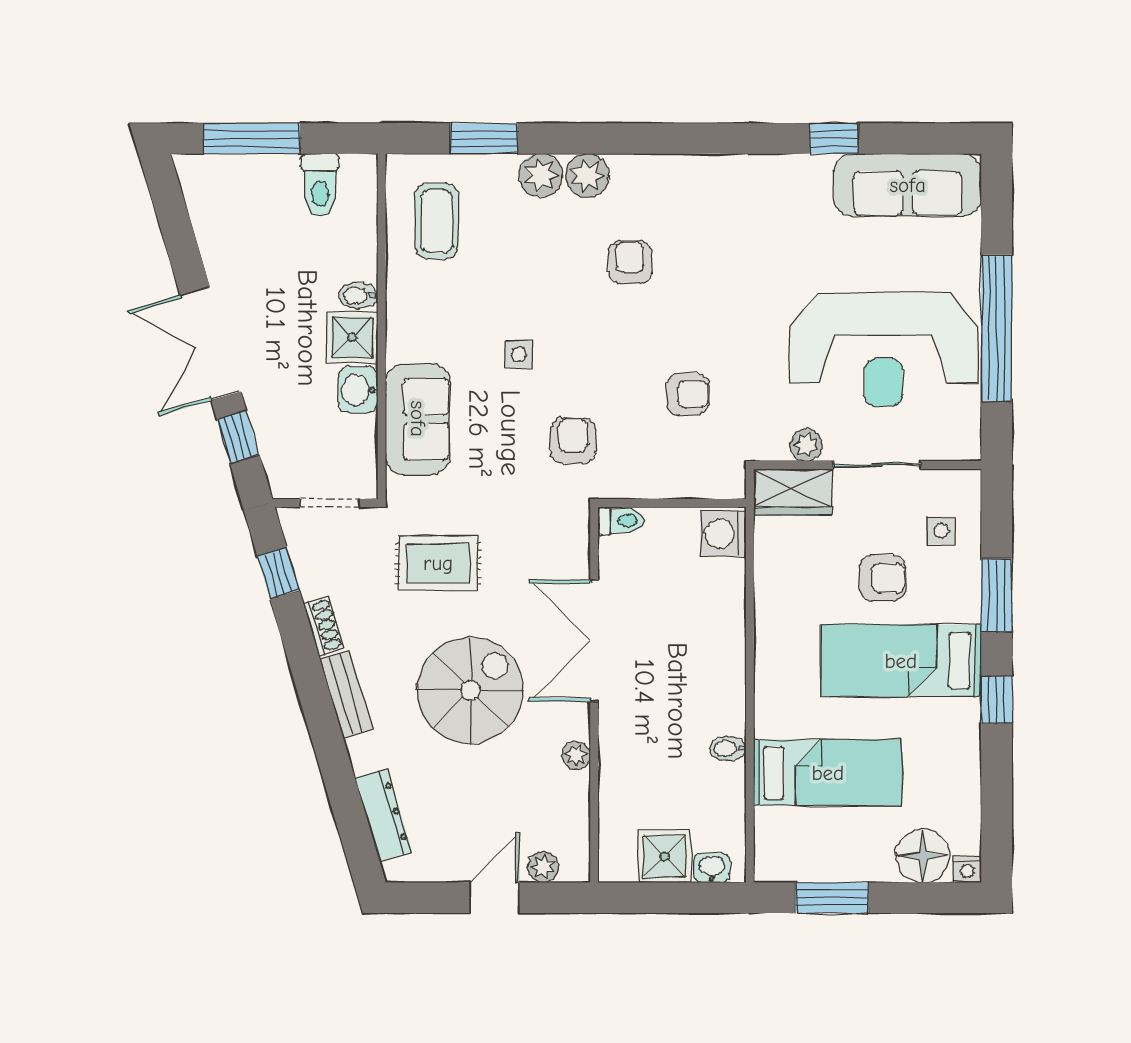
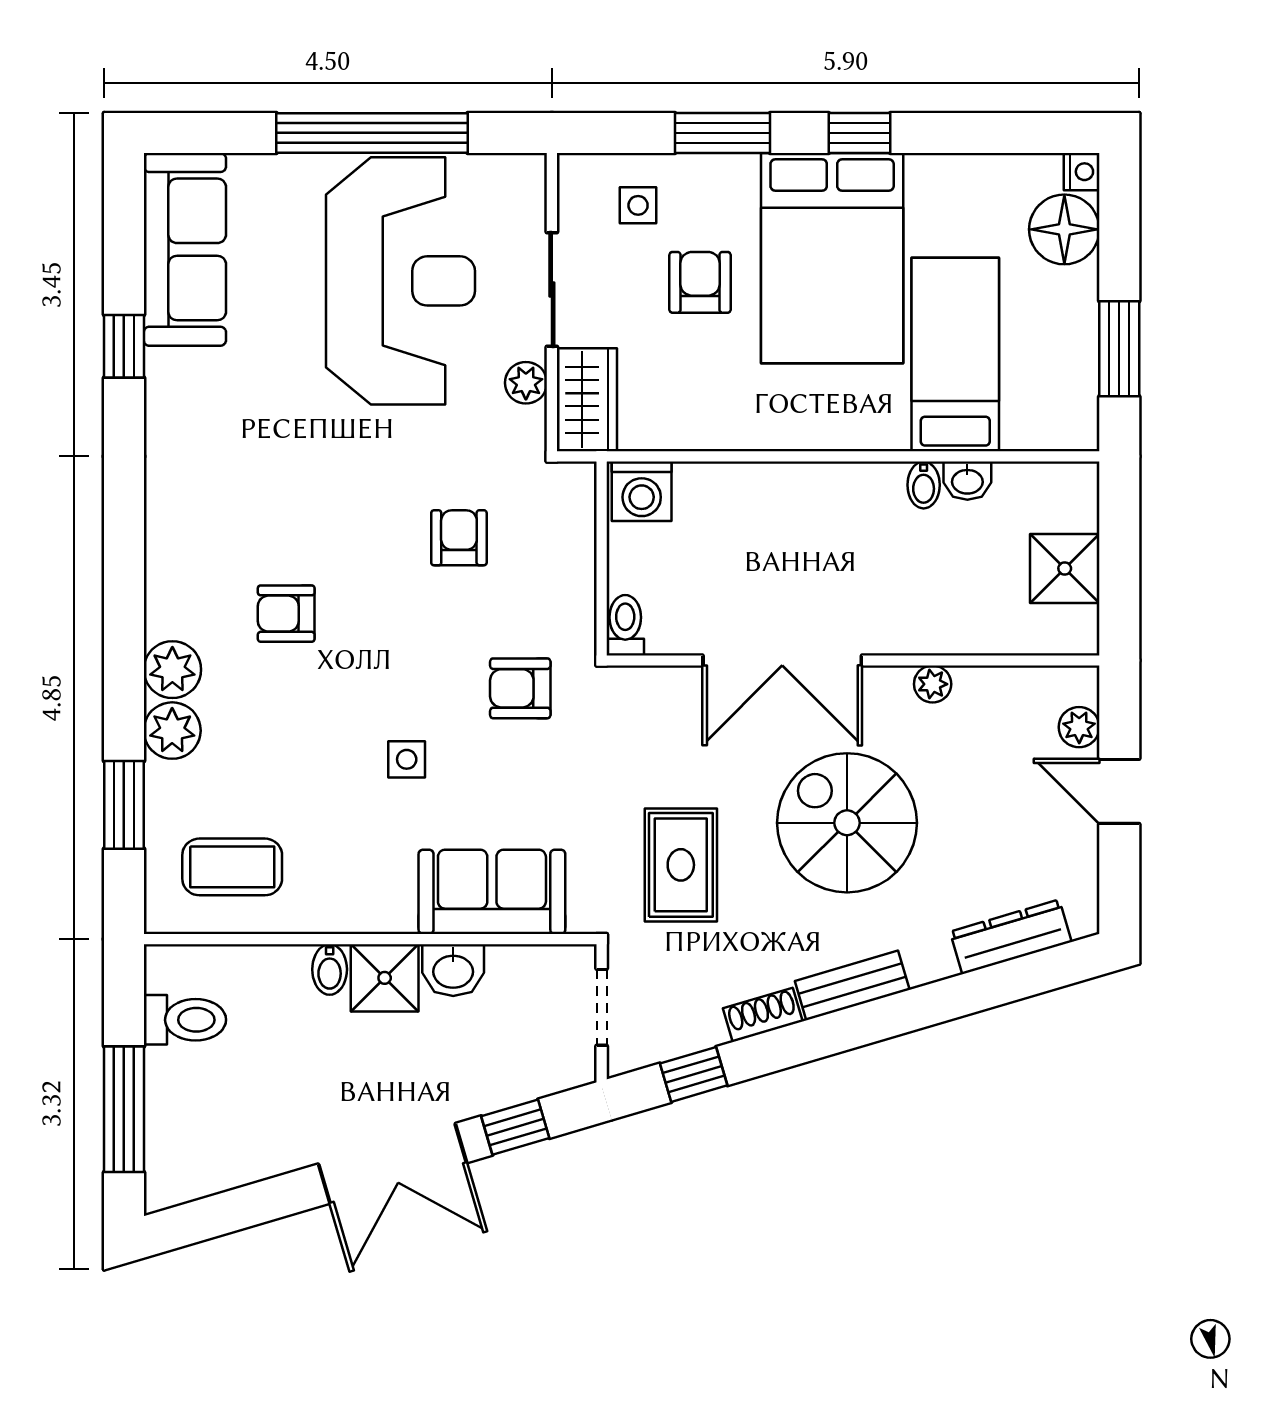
bed: (901, 661) -> (832, 258), width x1.50
washbasin: (712, 868) -> (967, 481), moved, turned -90

